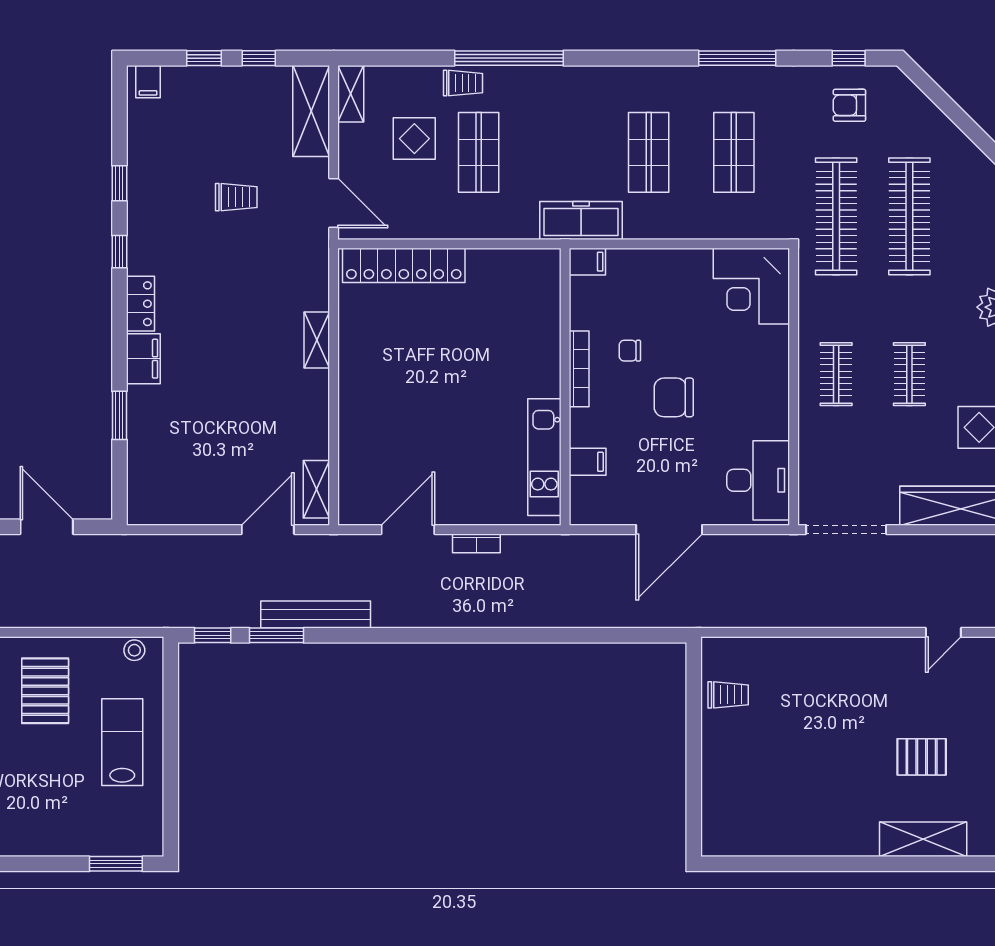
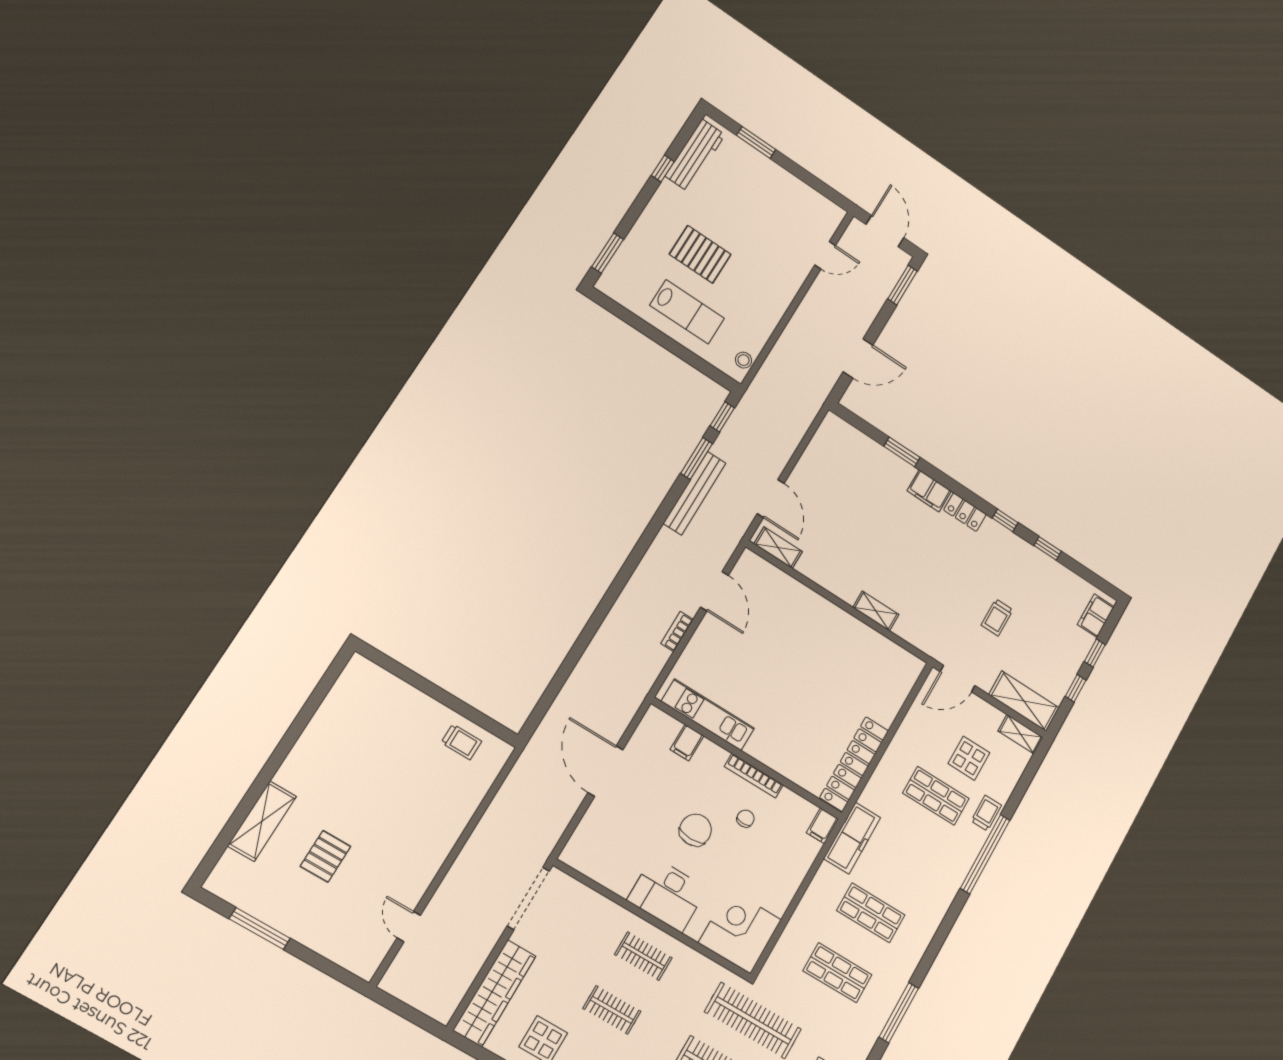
filing cabinet: (148, 82) -> (1096, 616), width x2.00
trolley: (463, 83) -> (986, 813), turned 180
locker: (404, 265) -> (854, 764), moved
desk: (758, 480) -> (667, 894), moved
pallet: (45, 691) -> (700, 254), moved
trolley: (728, 695) -> (461, 742), turned -90

